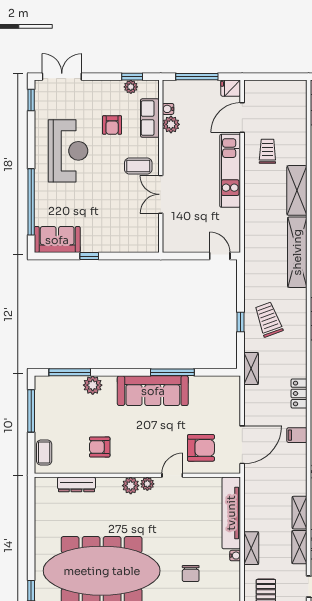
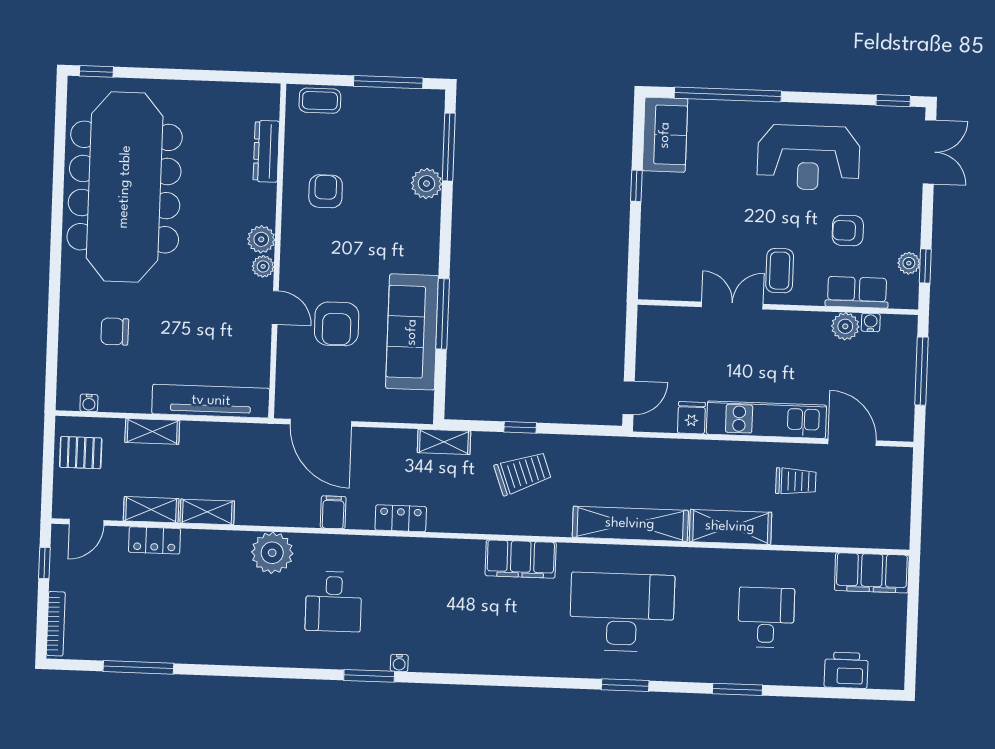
fridge: (231, 88) -> (691, 418), moved
sofa: (153, 391) -> (412, 332), moved
armchair: (201, 448) -> (337, 324), moved
water cooler: (235, 556) -> (89, 403), moved

